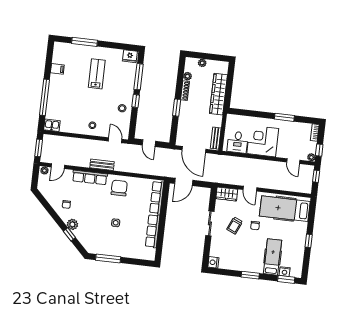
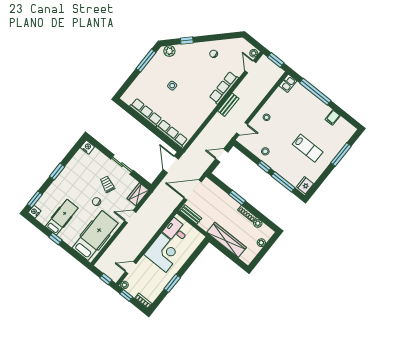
chair: (119, 188) -> (200, 107), removed
plant: (72, 224) -> (169, 51), moved
hospital bed: (273, 257) -> (62, 217), moved, turned -90
nightstand: (285, 272) -> (35, 212), moved

